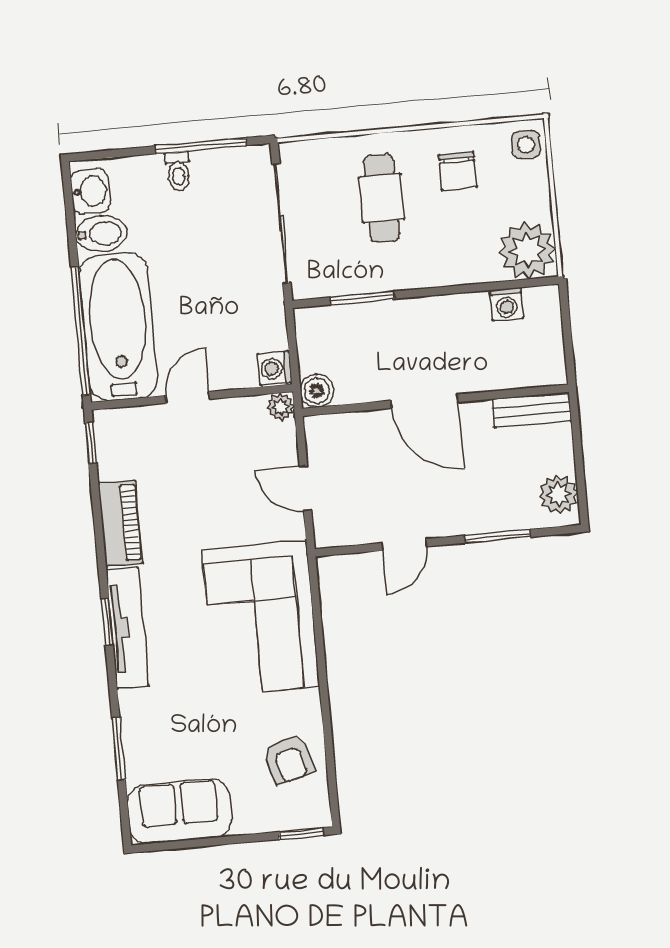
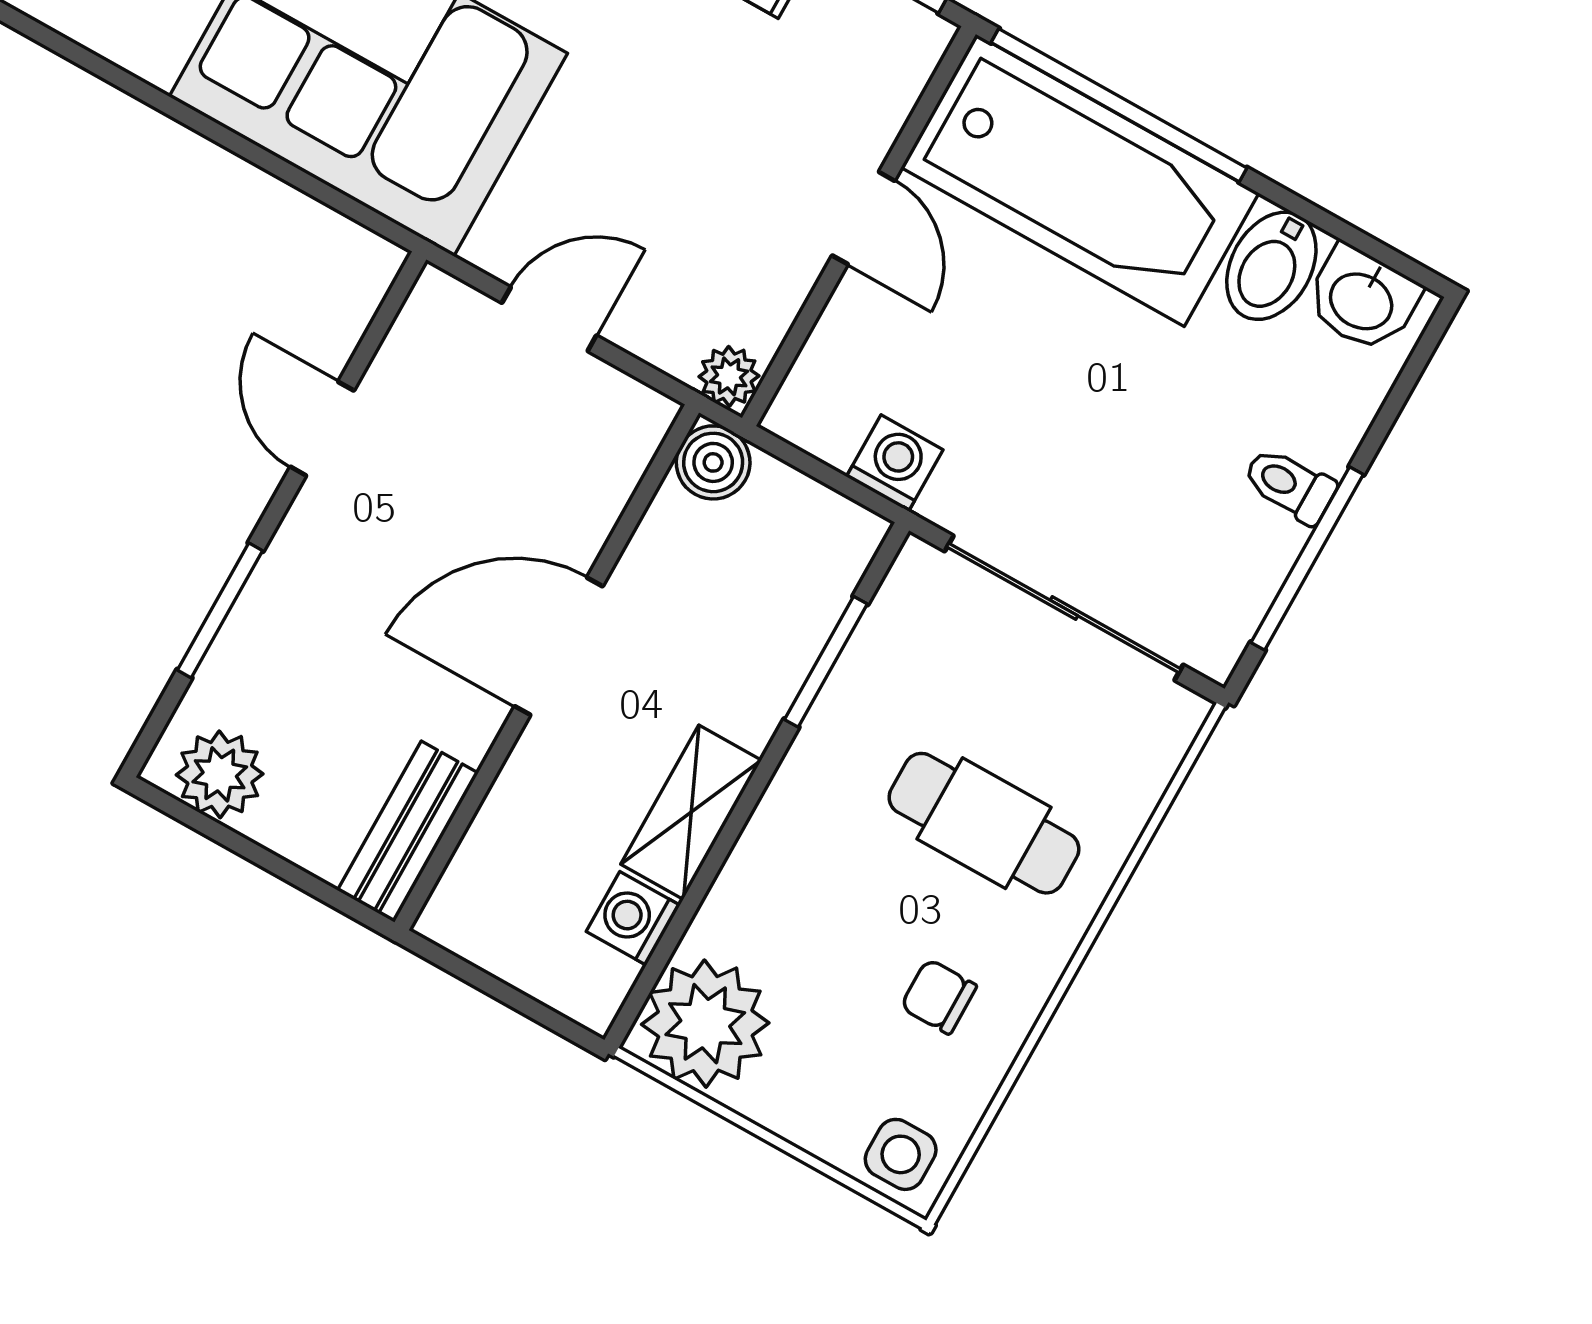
chair: (458, 171) -> (939, 996), width x0.73, depth x0.73
shelving: (452, 310) -> (691, 812), added
washing machine: (275, 368) -> (895, 463), moved

